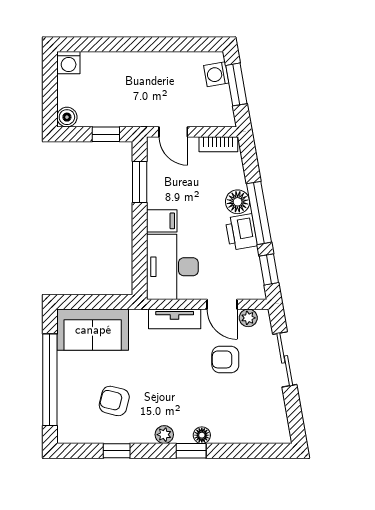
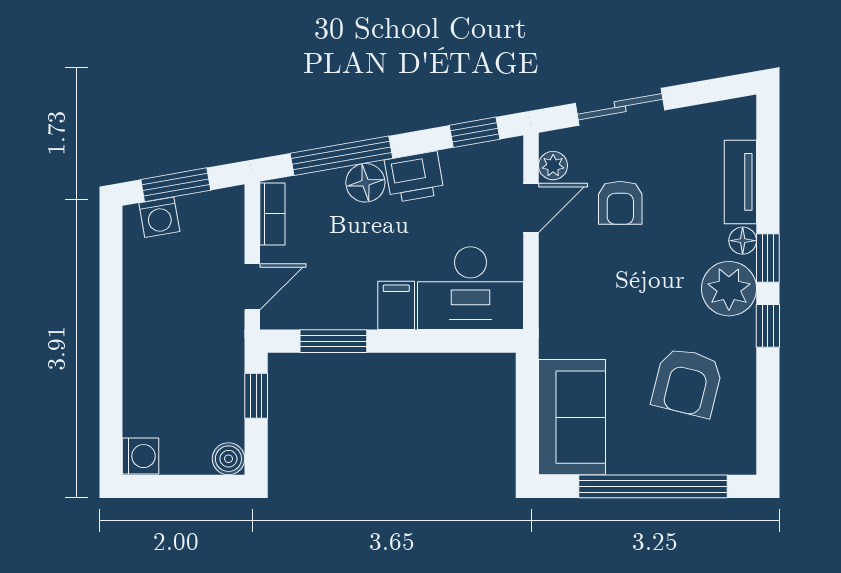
window: (259, 213) -> (341, 156), moved
tv unit: (175, 319) -> (740, 182), moved, turned 180
armchair: (114, 401) -> (687, 382), width x1.38, depth x1.38
plant: (164, 435) -> (729, 289), width x1.87, depth x1.87
window: (117, 451) -> (768, 326), moved

